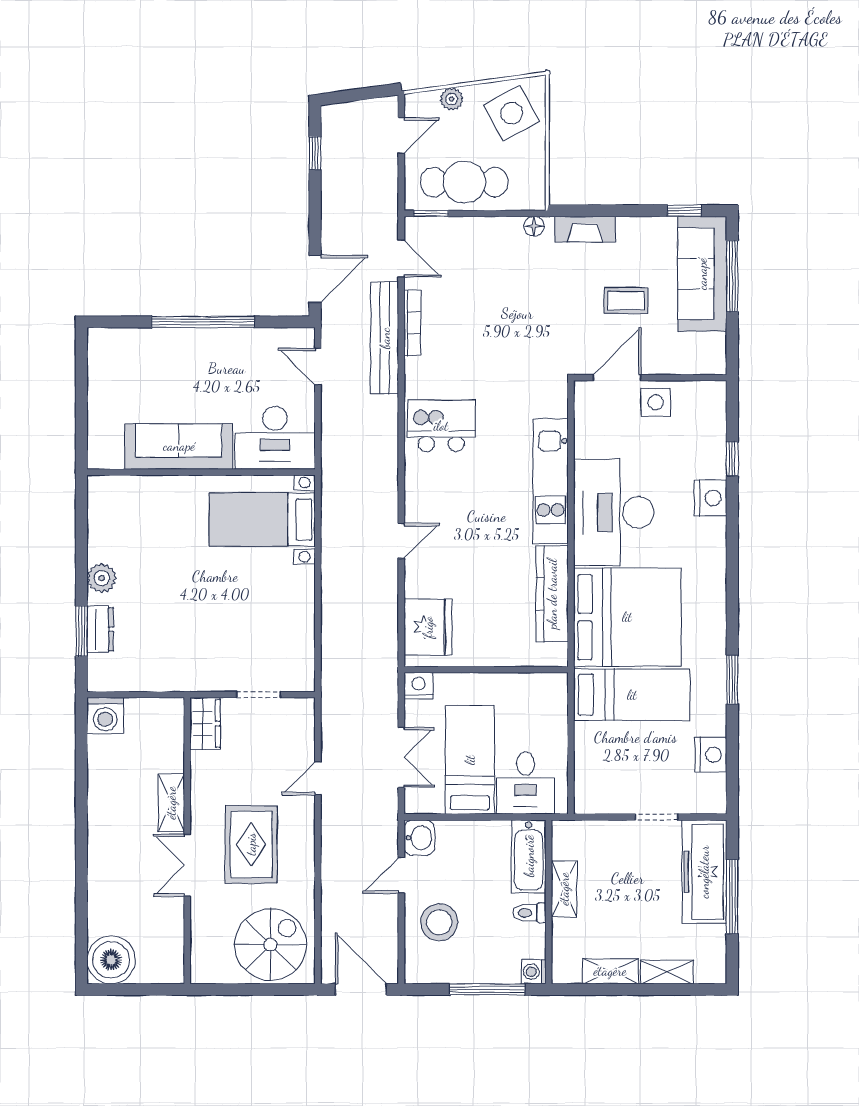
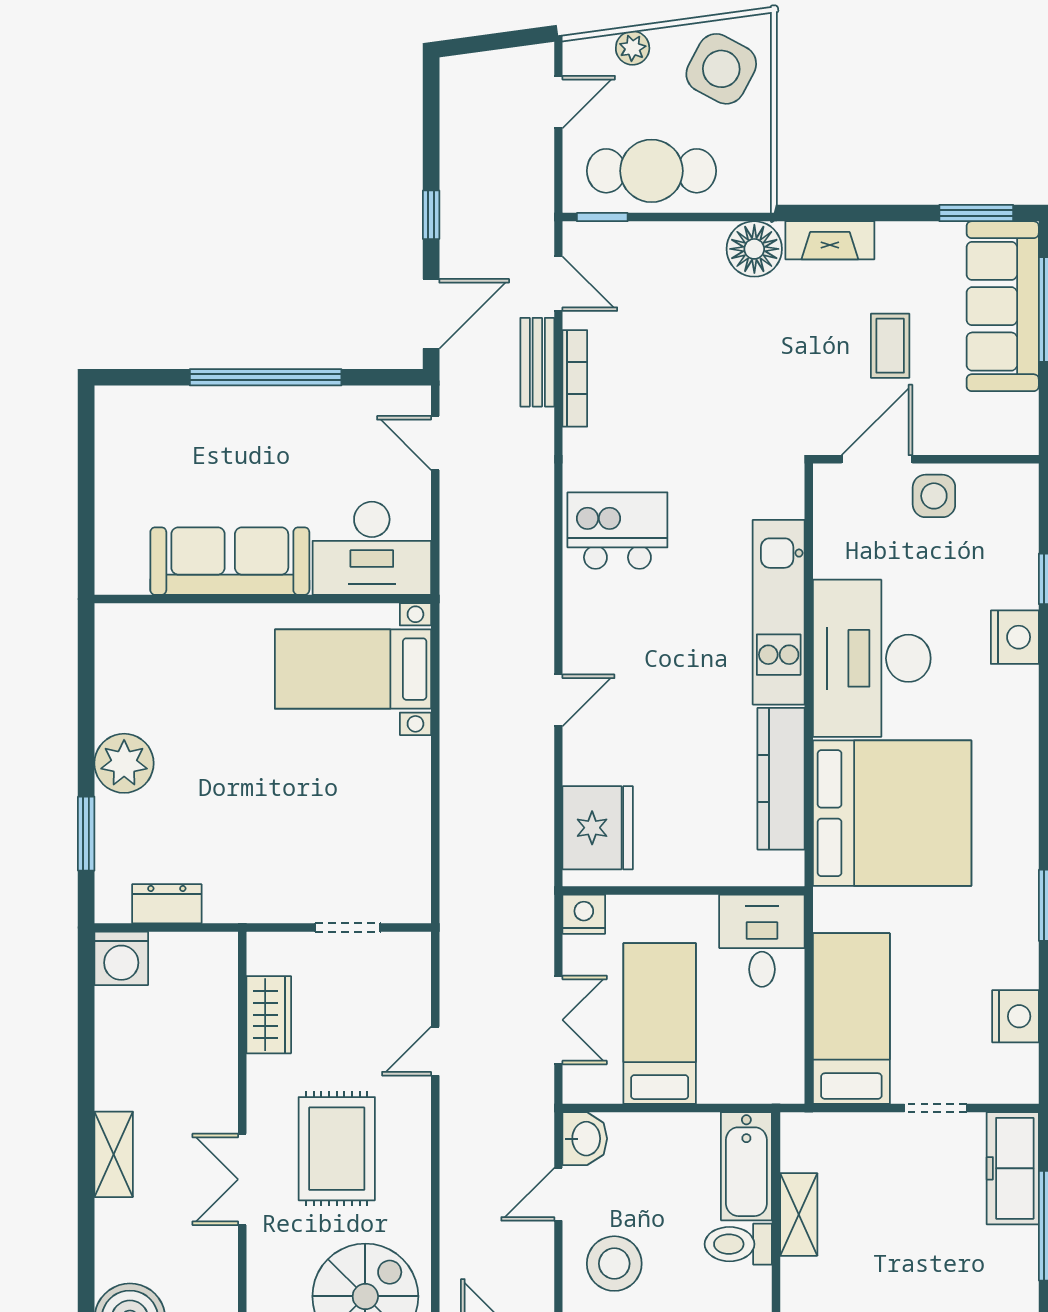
side table: (512, 113) -> (721, 69), turned -34
window: (315, 153) -> (431, 215), moved
window: (684, 211) -> (976, 213), width x1.50
floor lamp: (534, 226) -> (754, 249), width x1.89, depth x1.89
coffee table: (626, 301) -> (890, 346), turned 90
bench: (385, 338) -> (537, 362), width x0.54, depth x0.82
plant: (102, 578) -> (124, 763), width x1.36, depth x1.36
dresser: (100, 629) -> (167, 904), moved, turned -90
bed: (632, 695) -> (851, 1019), moved, turned -90
wardrobe: (205, 724) -> (269, 1015), moved
desk: (526, 783) -> (762, 941), moved, turned 180
shelving: (171, 803) -> (114, 1154), moved
freezer: (704, 872) -> (1013, 1168), width x0.73, depth x0.79
toilet: (529, 913) -> (738, 1244), width x1.37, depth x1.39

